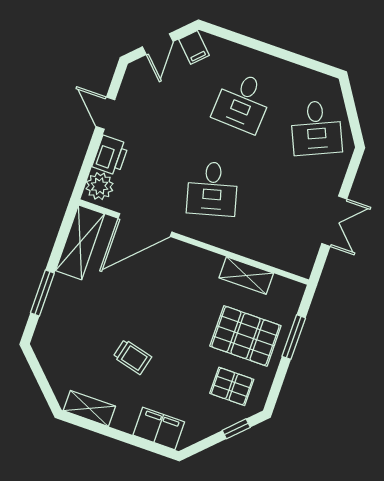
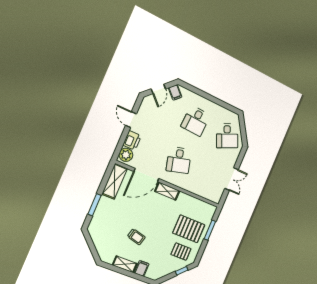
shelving: (246, 275) -> (167, 191), moved
shelving: (89, 408) -> (125, 264), moved
filing cabinet: (159, 428) -> (142, 268), width x0.50

